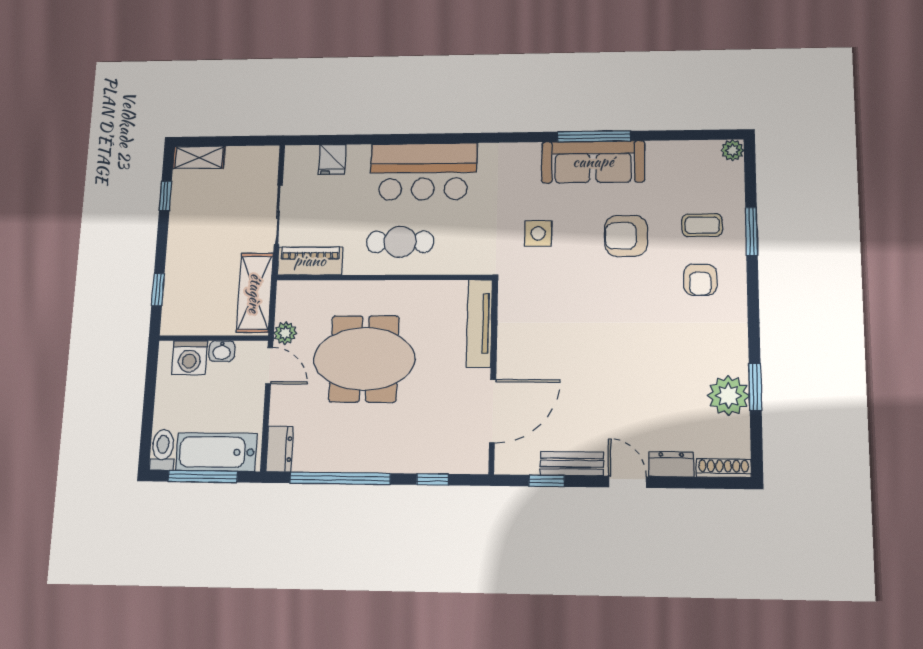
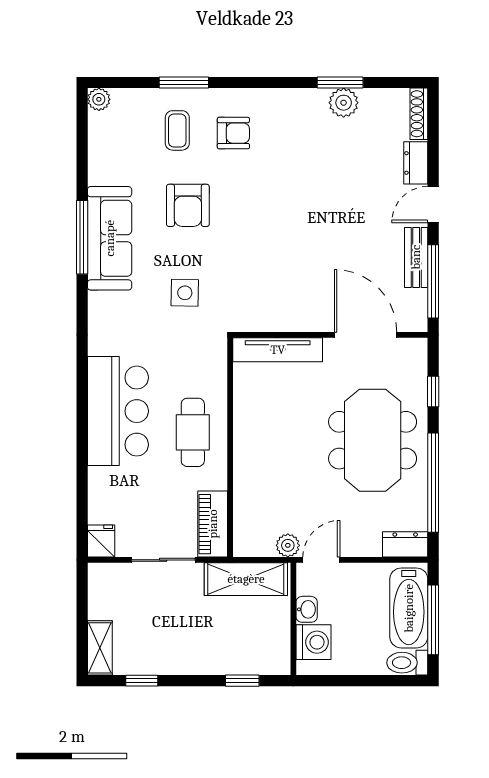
fridge: (332, 159) -> (101, 541), moved, turned -90
meeting table: (364, 359) -> (373, 440), moved
plant: (728, 396) -> (344, 103), width x0.73, depth x0.73
window: (547, 481) -> (433, 281), width x2.17

